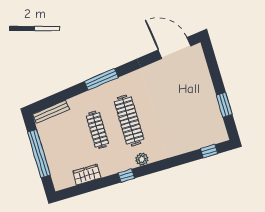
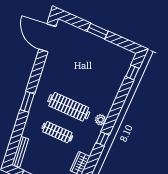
door: (174, 48) -> (47, 38), hinge flipped
window: (101, 79) -> (27, 102), width x0.69
window: (224, 105) -> (98, 31), moved

